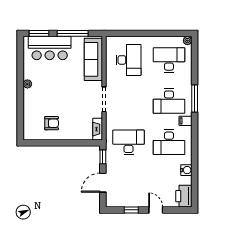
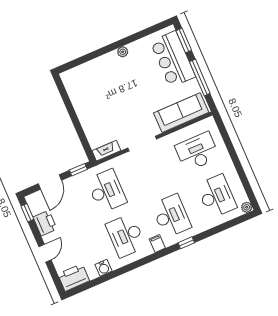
desk: (129, 60) -> (197, 152), turned 180
window: (195, 98) -> (186, 243), width x0.46
desk: (169, 101) -> (171, 216), turned 180
armchair: (52, 123) -> (91, 97), removed
door: (103, 183) -> (50, 182), swing flipped
printer: (133, 200) -> (45, 223), added
window: (131, 210) -> (27, 213), moved

